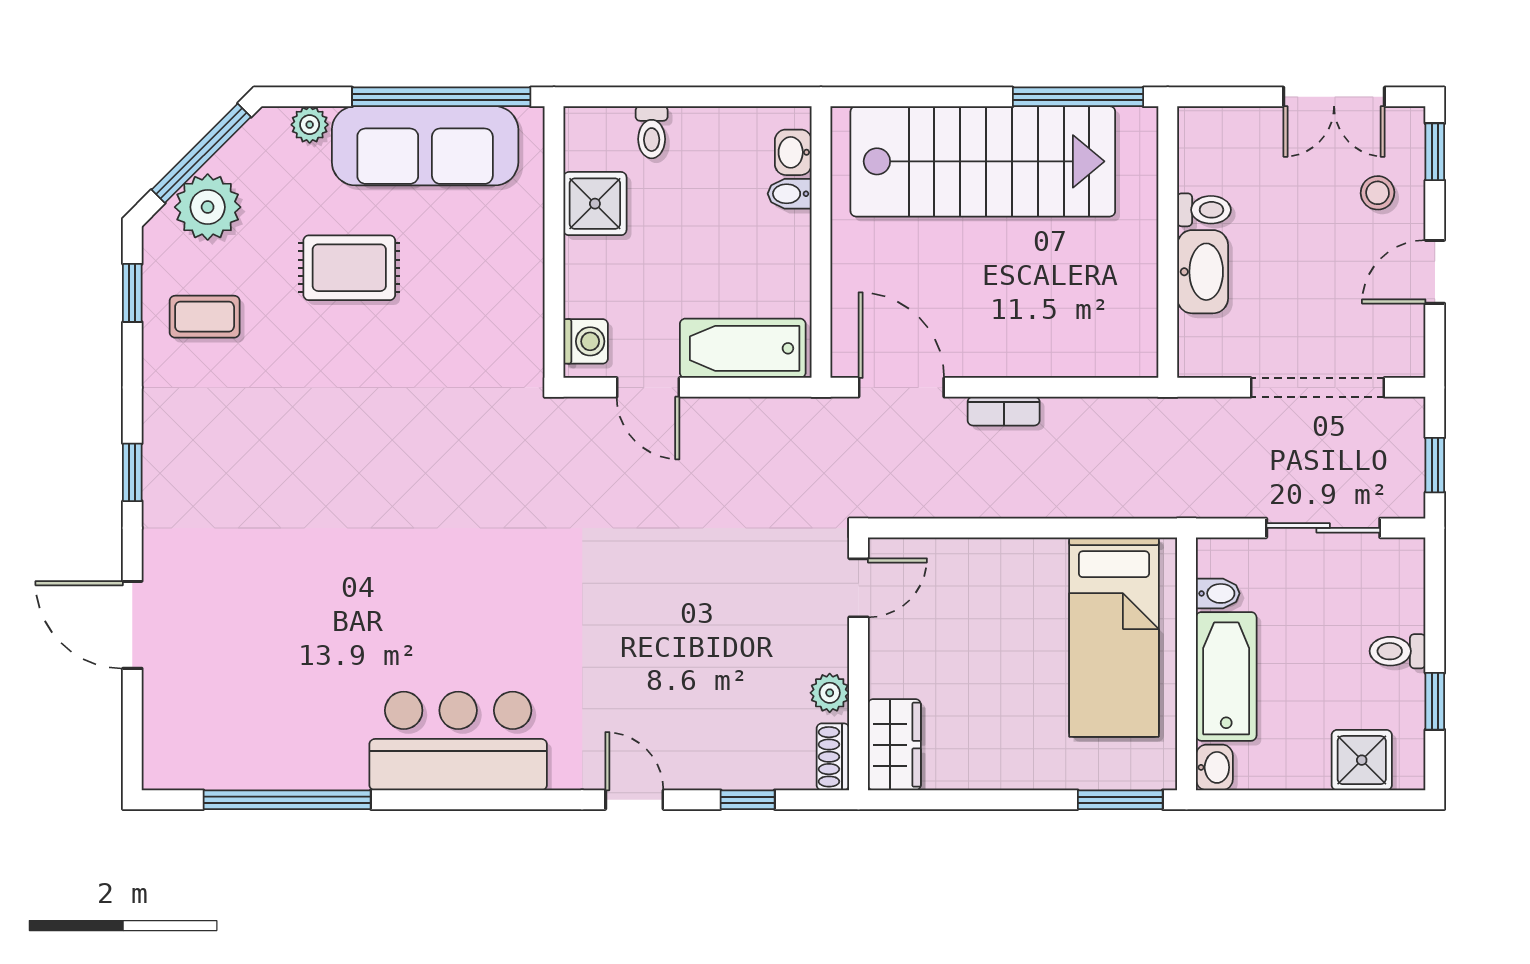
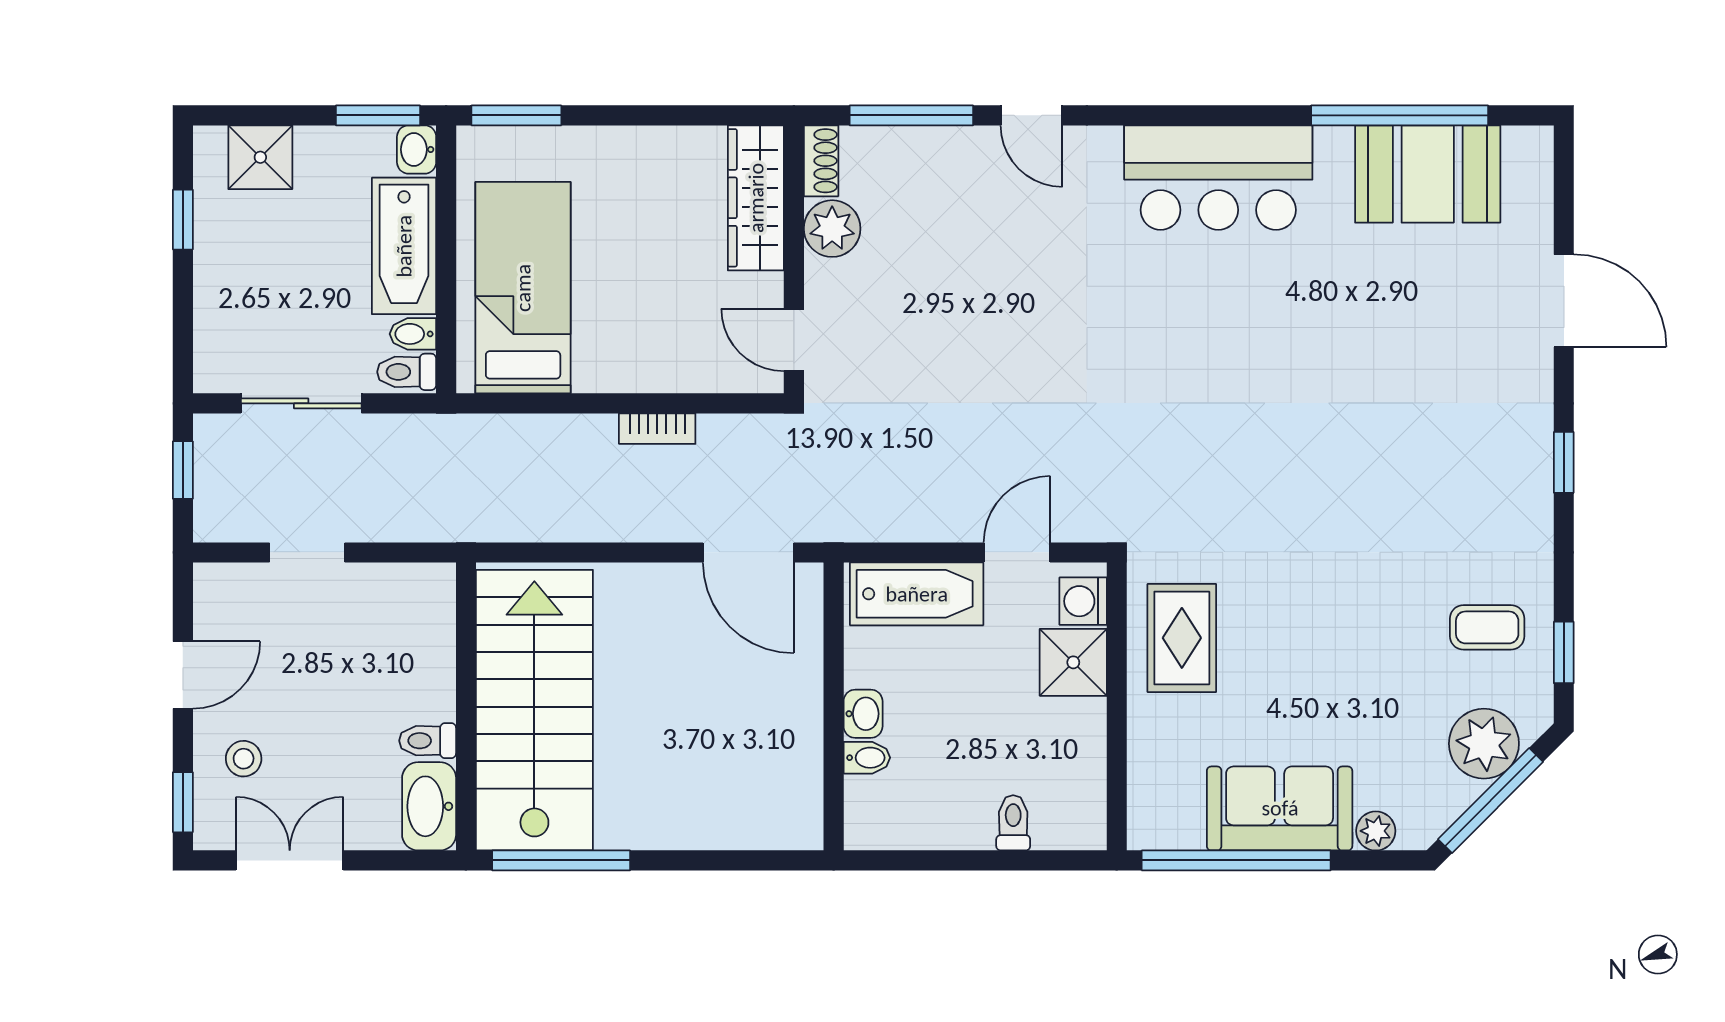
sofa: (425, 146) -> (1280, 808), width x0.73
washbasin: (793, 152) -> (863, 714), moved
stairs: (983, 161) -> (534, 710), moved, turned 90
shower: (595, 204) -> (1073, 662), moved
rug: (349, 268) -> (1182, 638), moved, turned 90
washbasin: (1203, 272) -> (429, 806), moved
door: (648, 387) -> (1017, 552), hinge flipped
doorway: (1318, 387) -> (307, 552), width x0.53
bookcase: (1004, 411) -> (657, 429), moved, turned 180
door: (859, 588) -> (794, 340), hinge flipped
toilet: (1398, 651) -> (407, 372), moved, turned 180
plant: (830, 693) -> (832, 229), width x1.38, depth x1.38
booth: (261, 744) -> (1428, 174), added
wardrobe: (894, 745) -> (756, 198), width x1.50
window: (748, 800) -> (911, 115), width x2.17
window: (1251, 800) -> (378, 115), added

